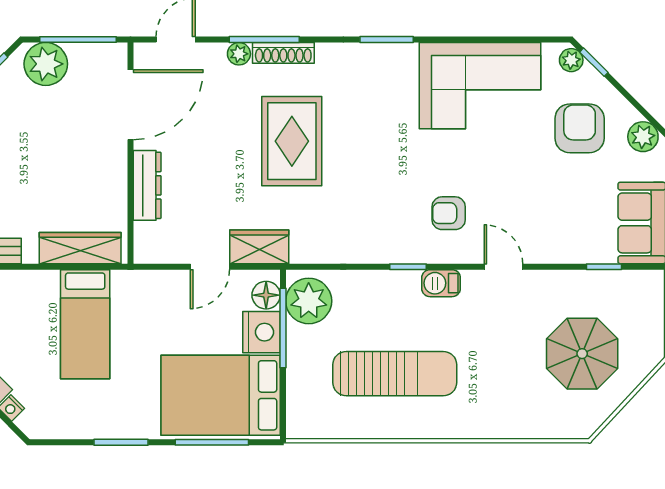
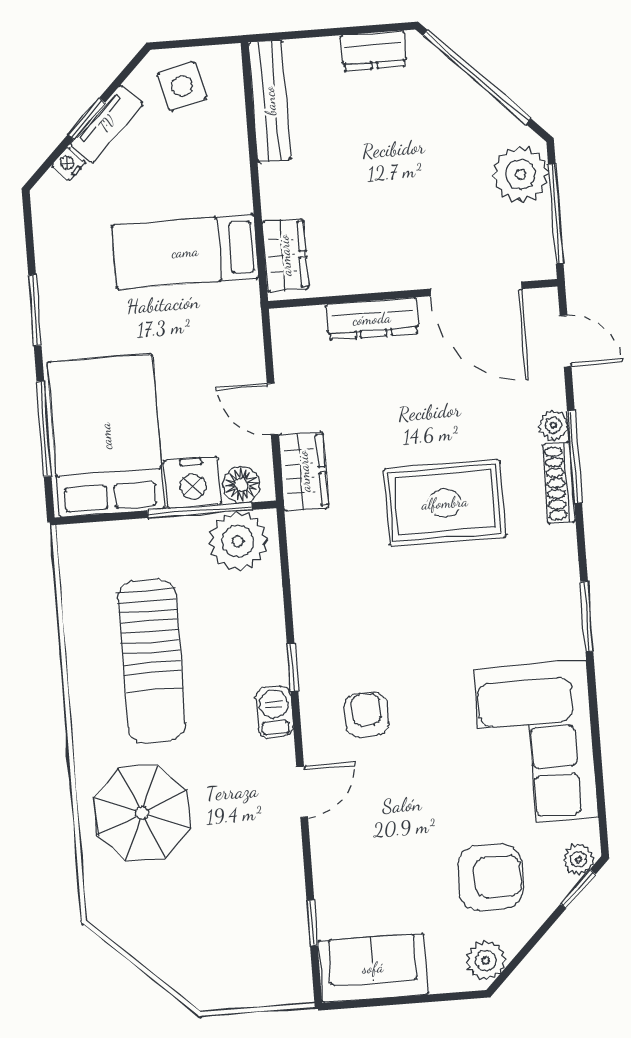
wardrobe: (80, 248) -> (285, 255), width x0.67
parasol: (582, 354) -> (142, 813), moved

